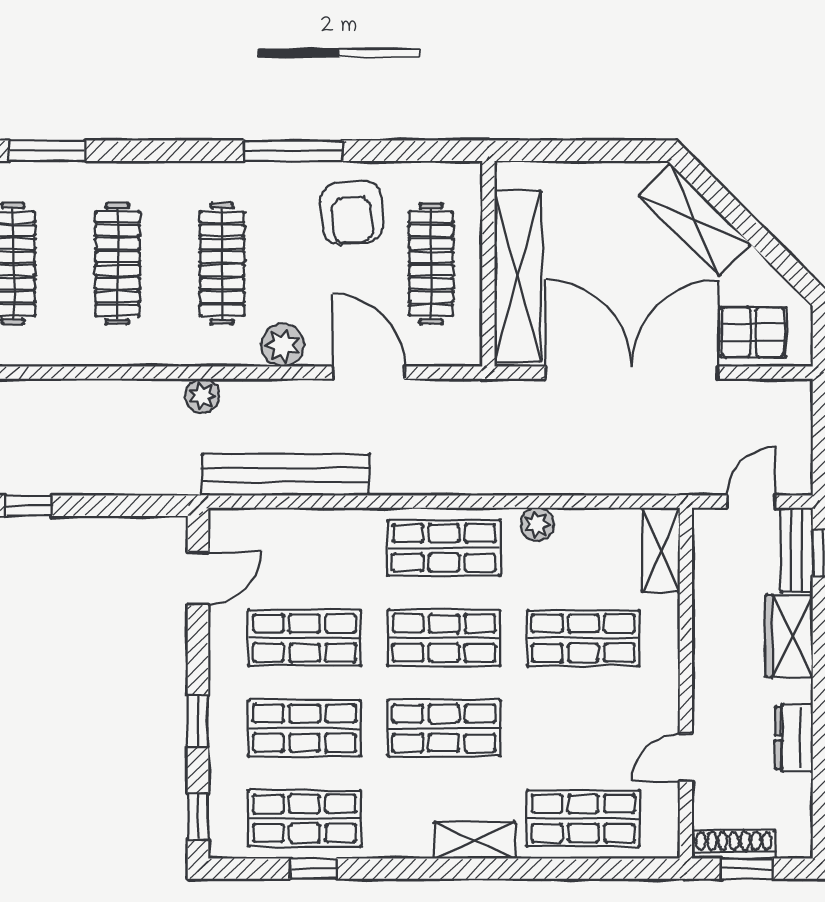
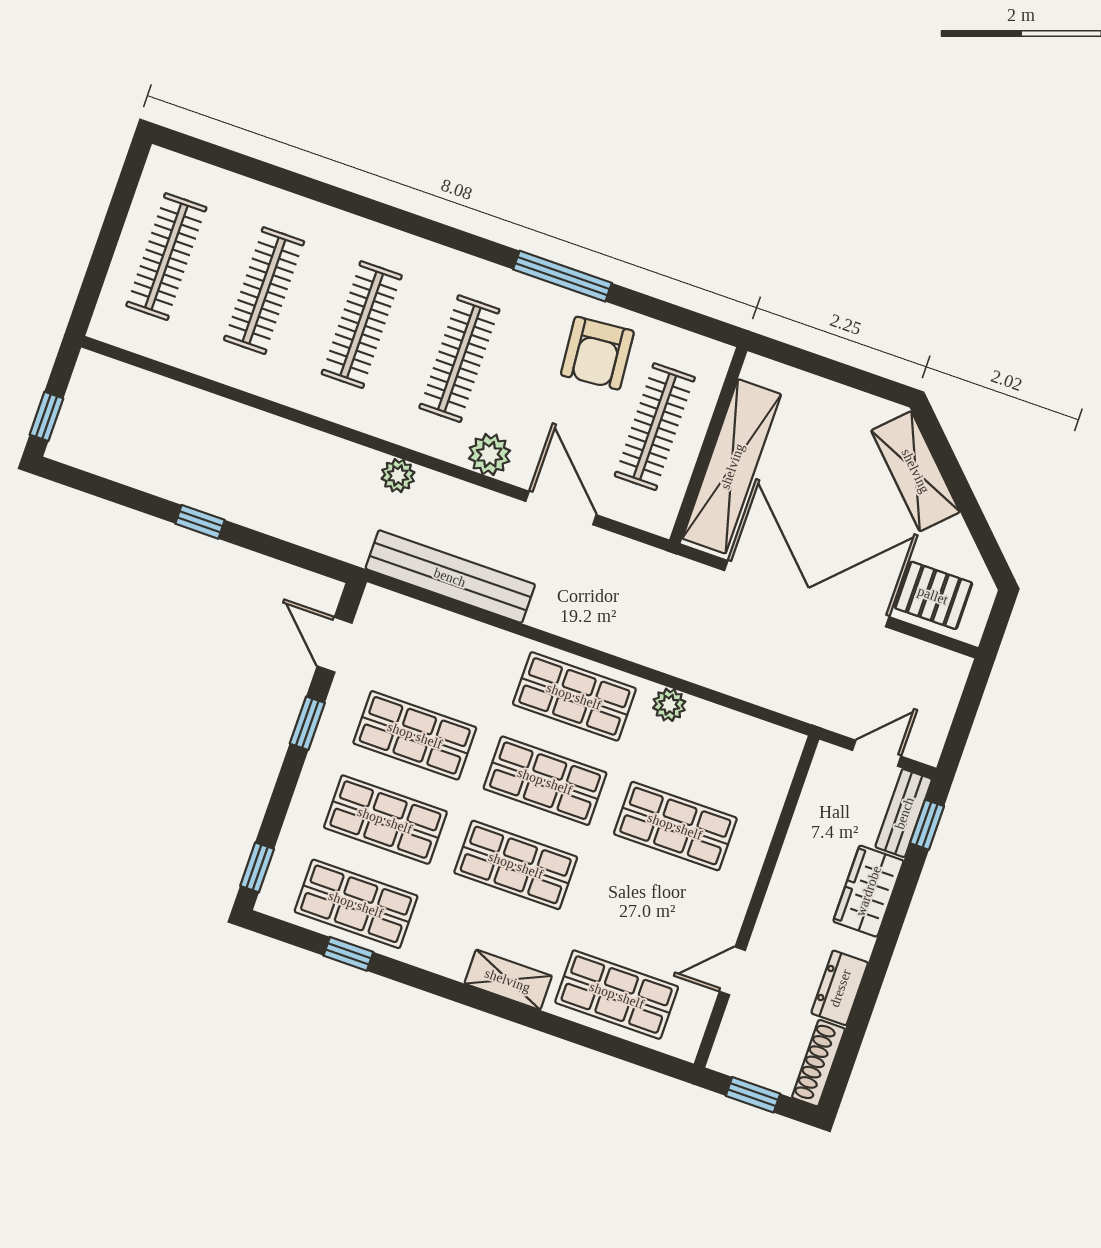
window: (47, 151) -> (333, 196), removed
shelving: (661, 550) -> (776, 769), removed
door: (198, 578) -> (335, 645), swing flipped
window: (198, 721) -> (307, 723), moved
shoe rack: (734, 844) -> (818, 1063), moved, turned -90

